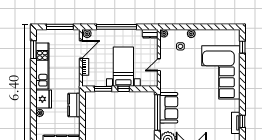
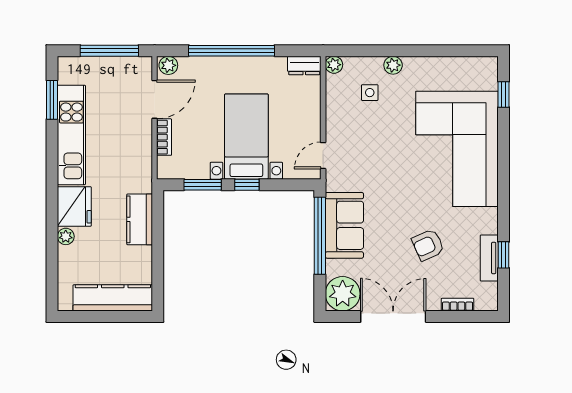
door: (159, 65) -> (323, 156), moved
armchair: (207, 117) -> (428, 245), added

